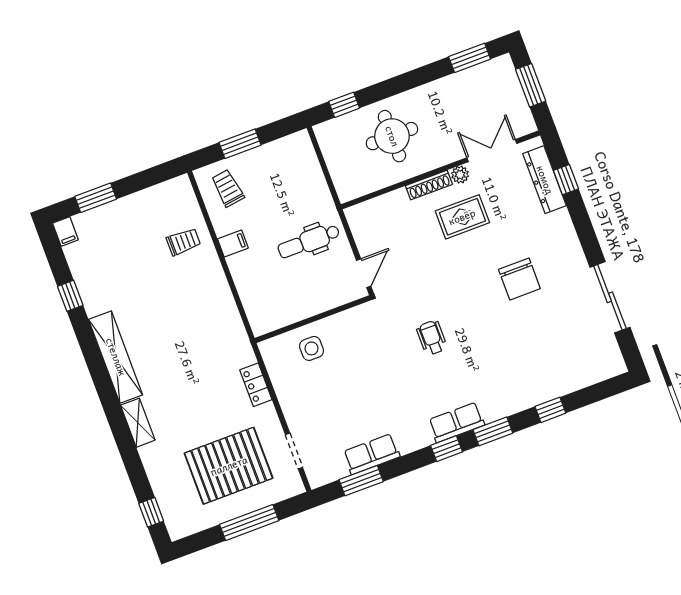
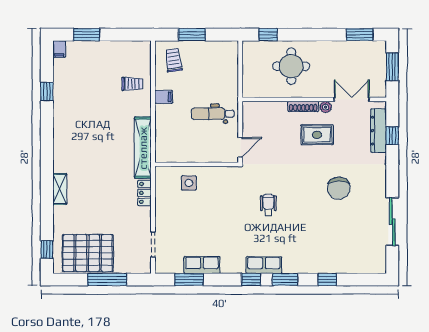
shelving: (116, 357) -> (143, 148), moved
pallet: (229, 466) -> (88, 253), moved

